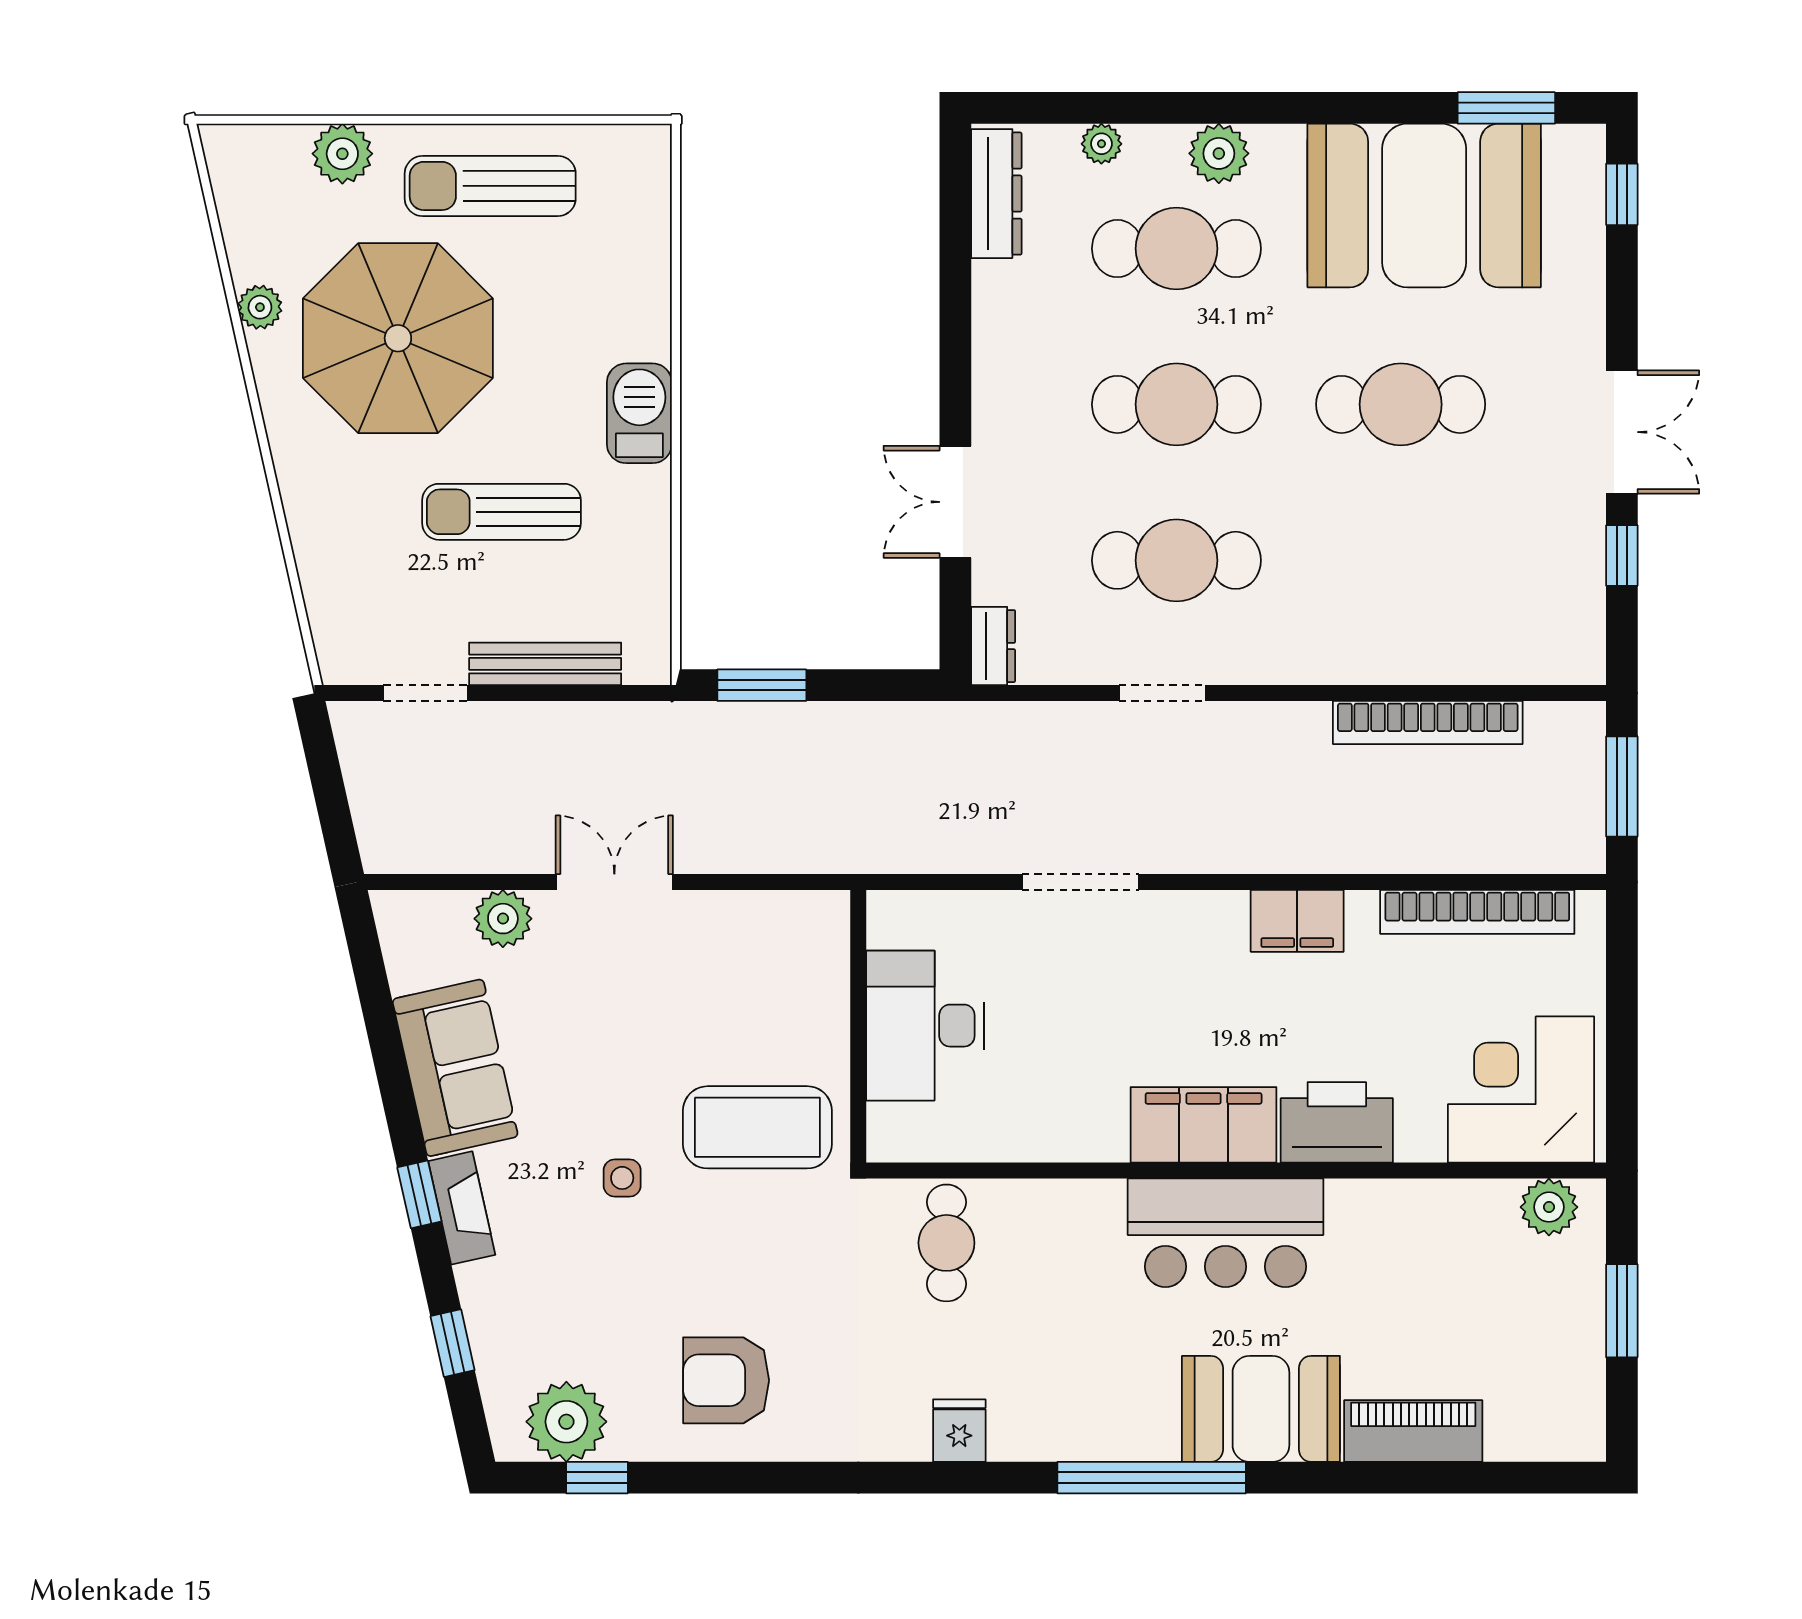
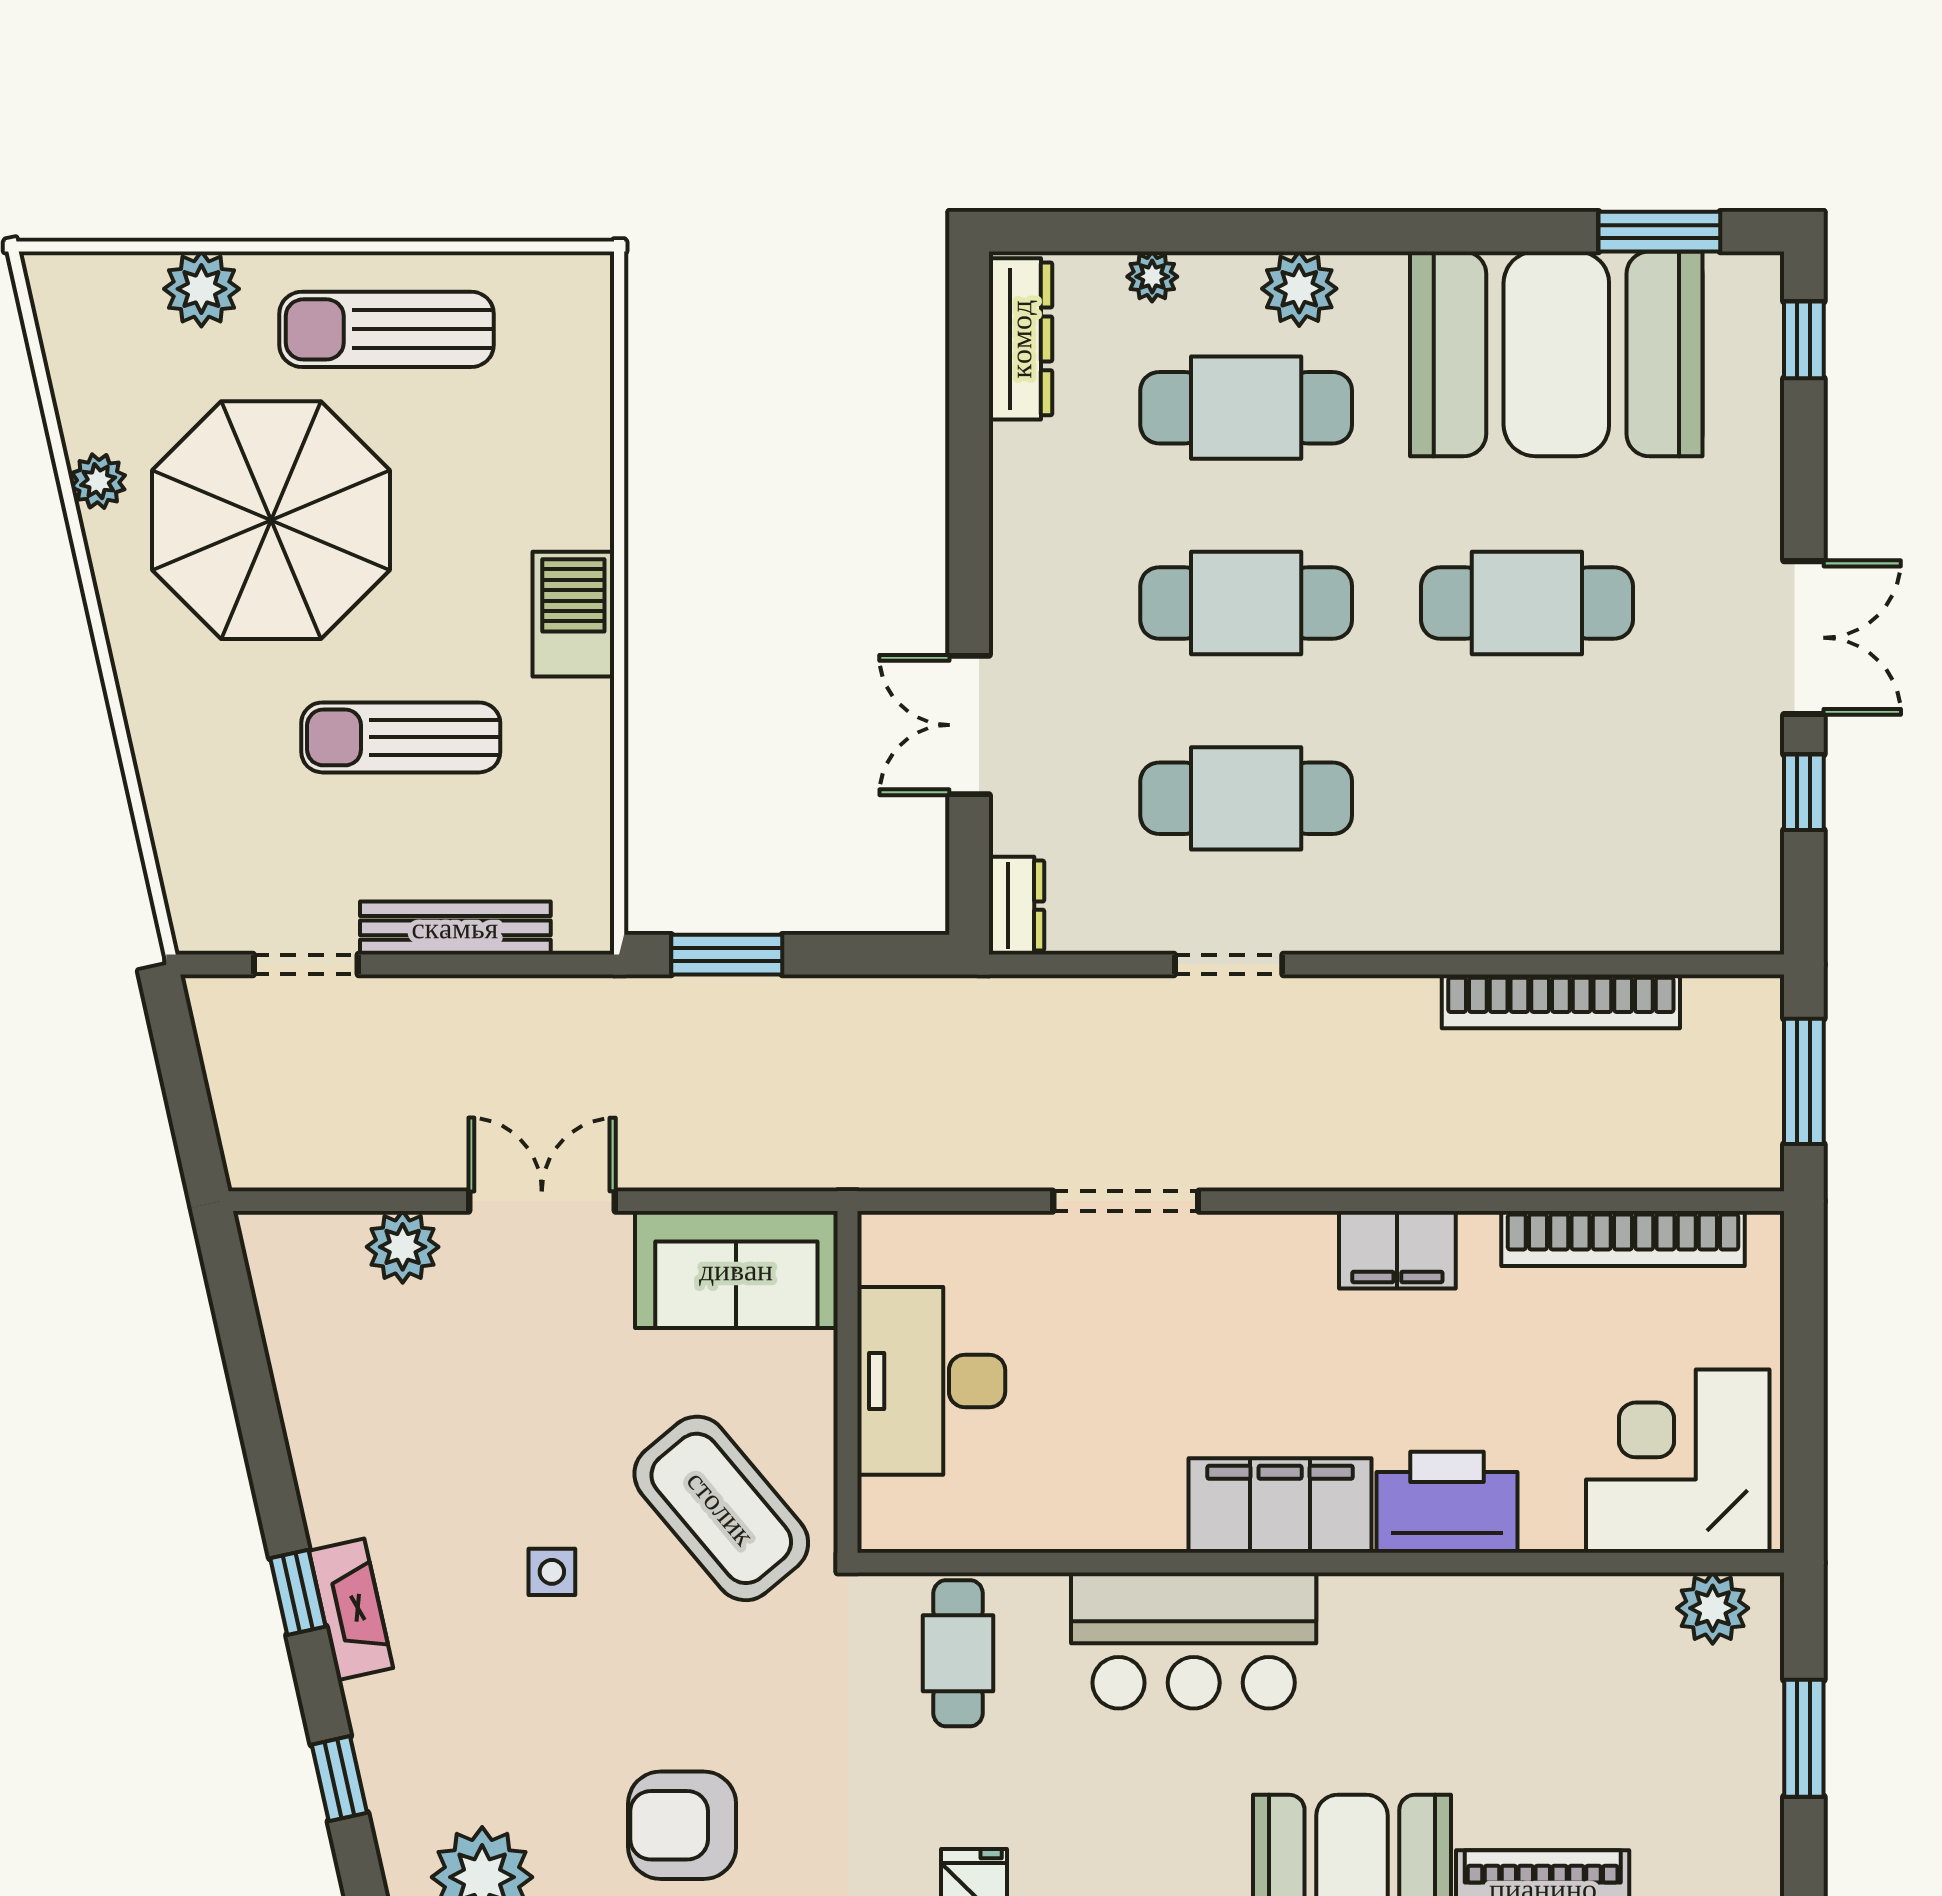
sofa: (455, 1068) -> (736, 1270), moved, turned 103
coffee table: (757, 1127) -> (721, 1508), turned 50
bar counter: (1225, 1233) -> (1194, 1641), moved

